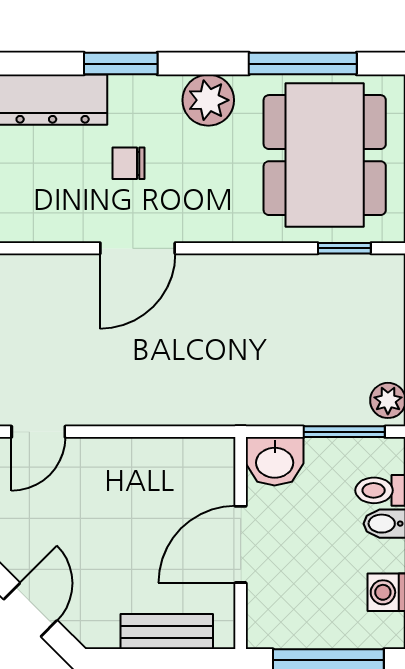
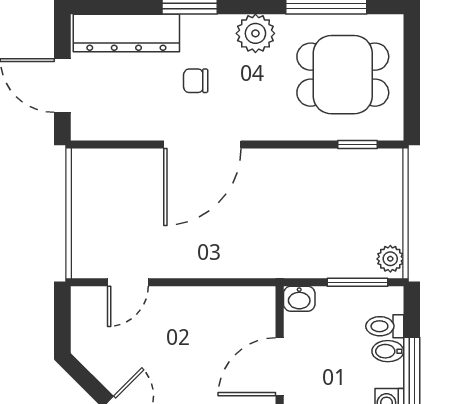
dining table: (325, 155) -> (343, 75), width x0.73
door: (138, 248) -> (202, 145), width x1.36
washbasin: (275, 461) -> (299, 299), width x0.72, depth x0.69

